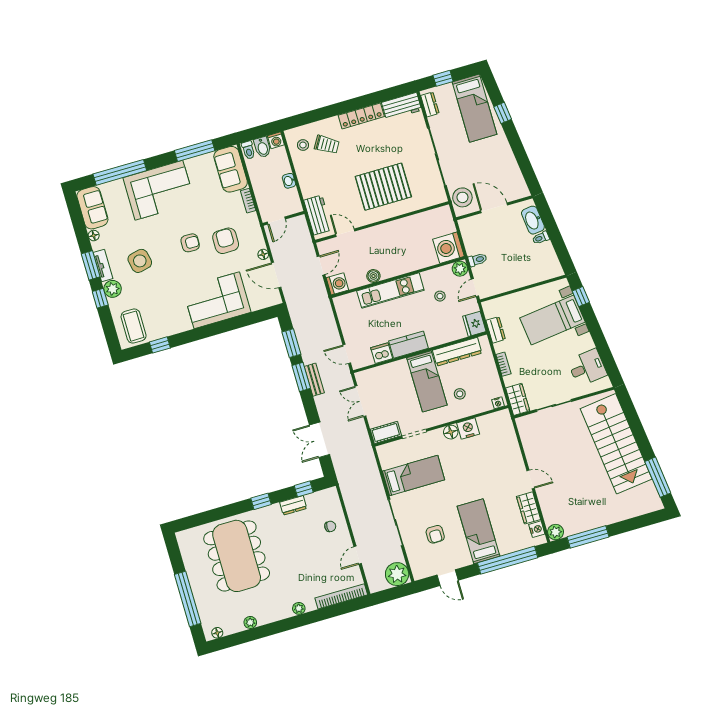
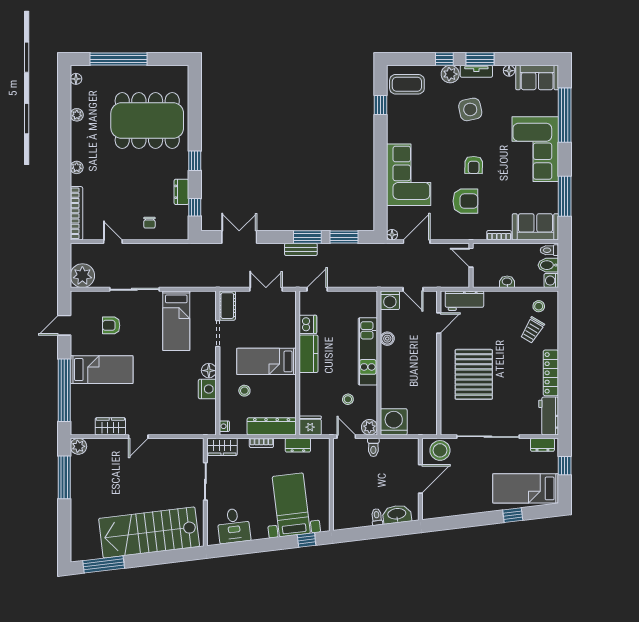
floor lamp: (263, 254) -> (392, 235), moved
dresser: (457, 352) -> (272, 426), moved, turned 90
nightstand: (537, 529) -> (87, 428), removed

